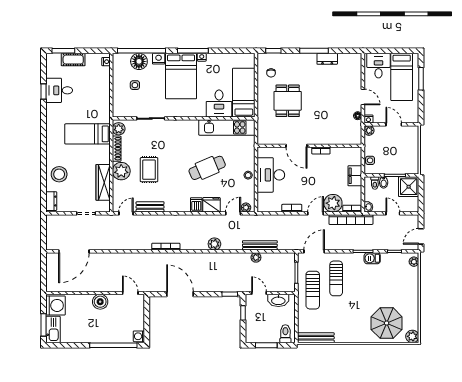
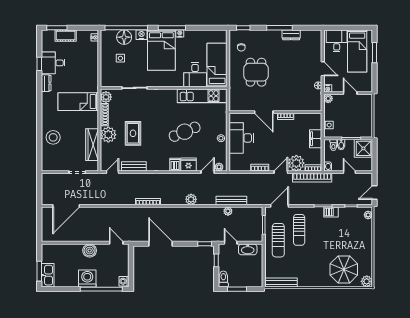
dresser: (51, 201) -> (46, 83), moved
washing machine: (56, 305) -> (87, 278), moved, turned -90
toilet: (285, 334) -> (223, 279), moved

